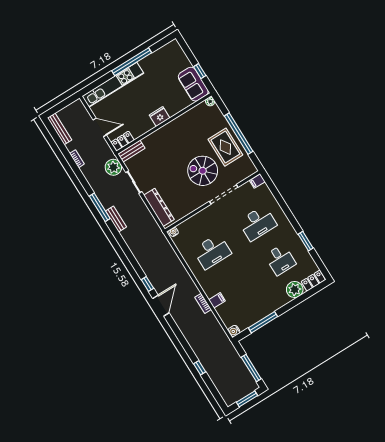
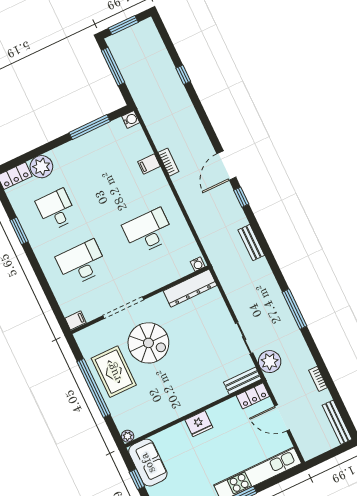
dresser: (159, 207) -> (190, 288), moved, turned -90
bench: (116, 219) -> (251, 243), moved

